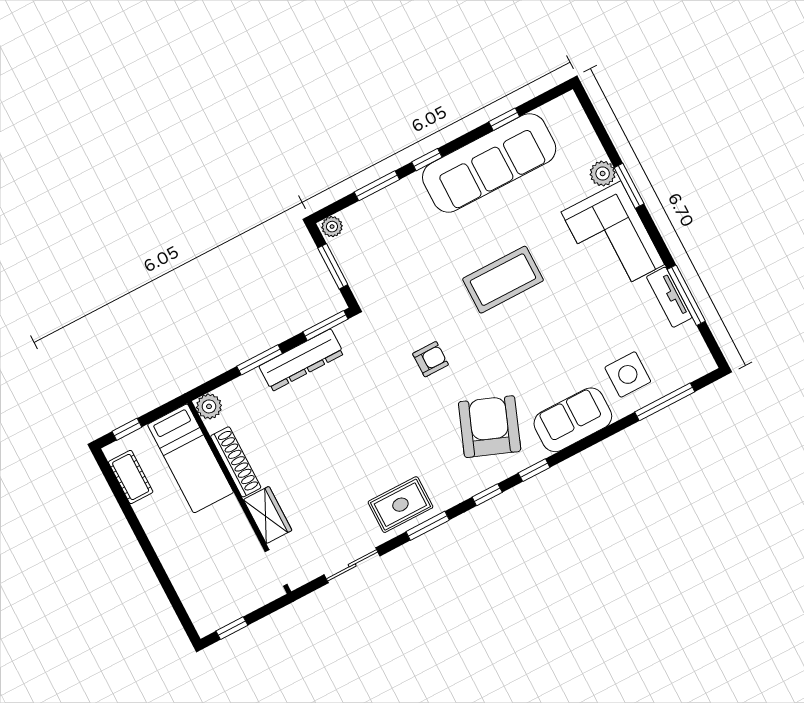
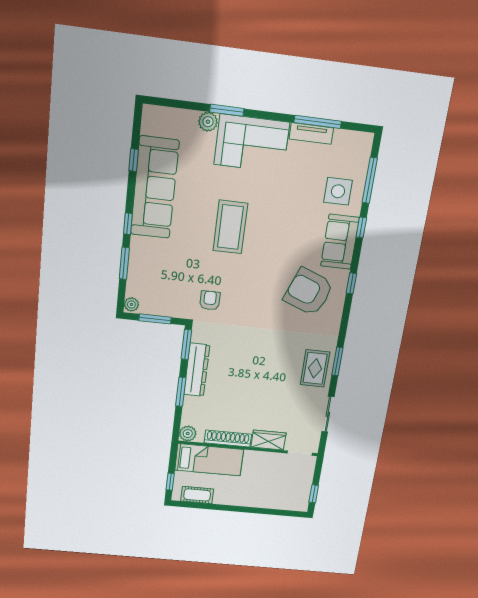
armchair: (431, 359) -> (210, 300), moved
window: (487, 495) -> (361, 227), moved

